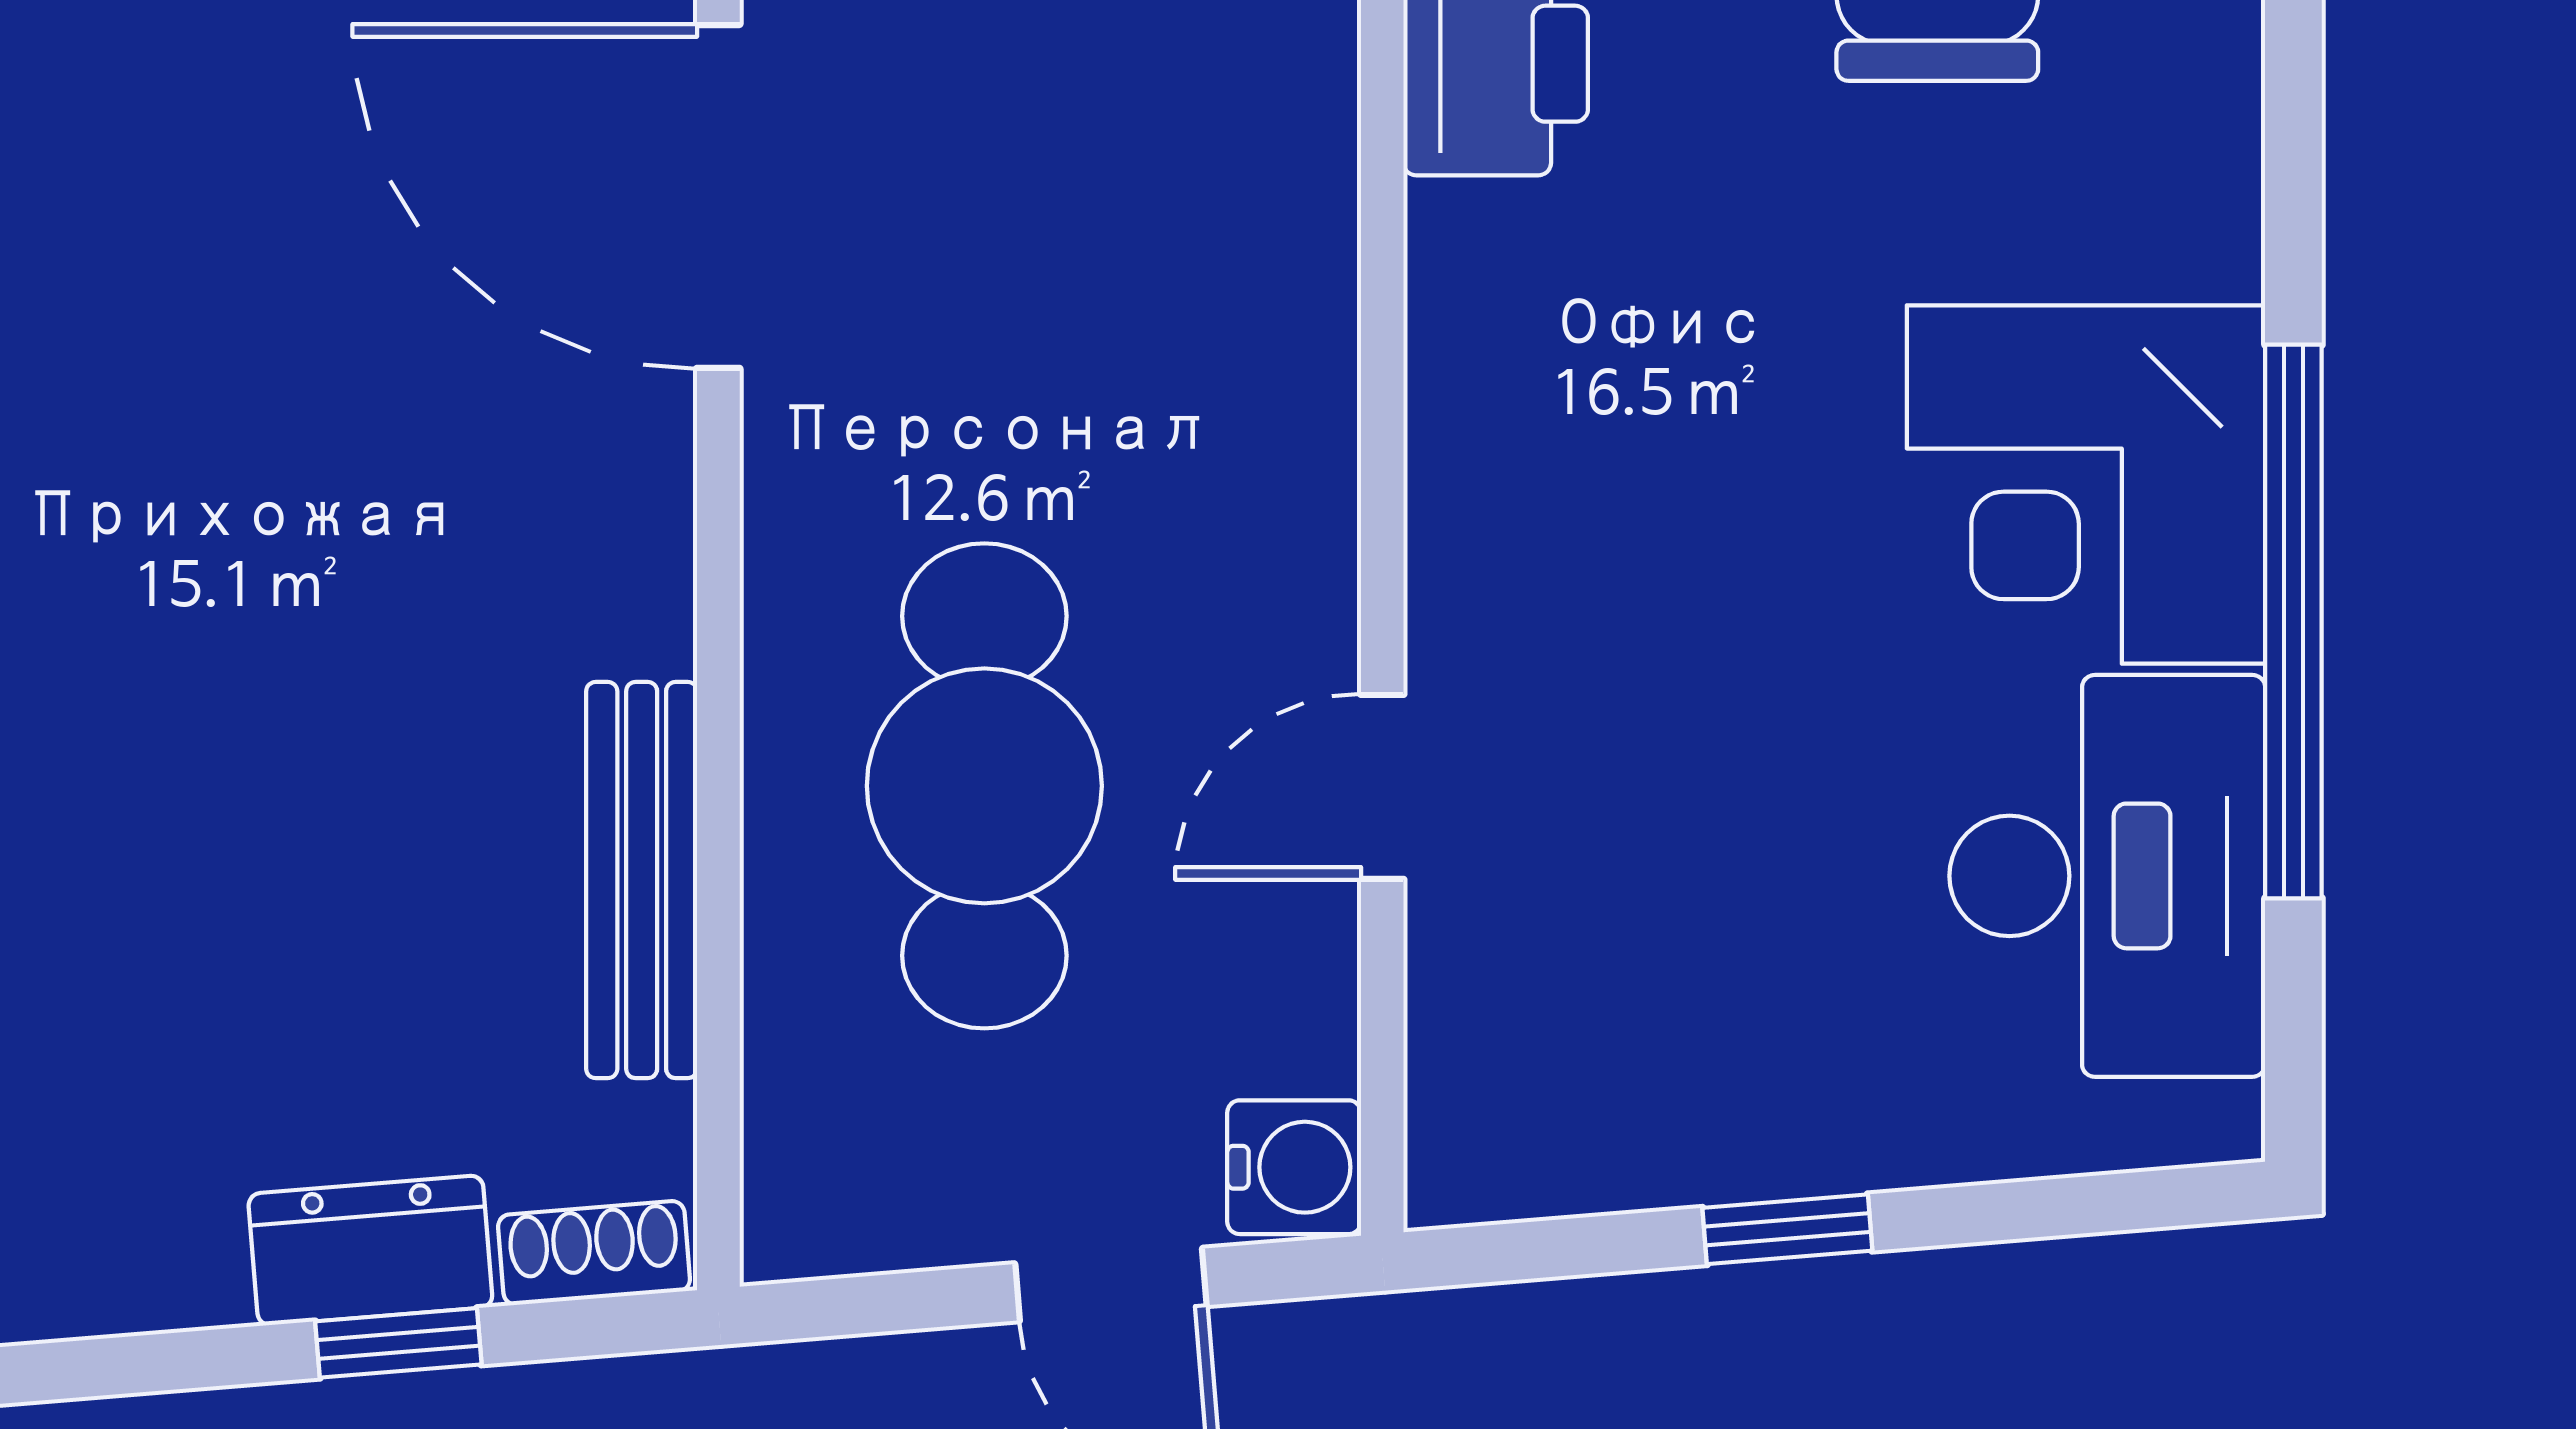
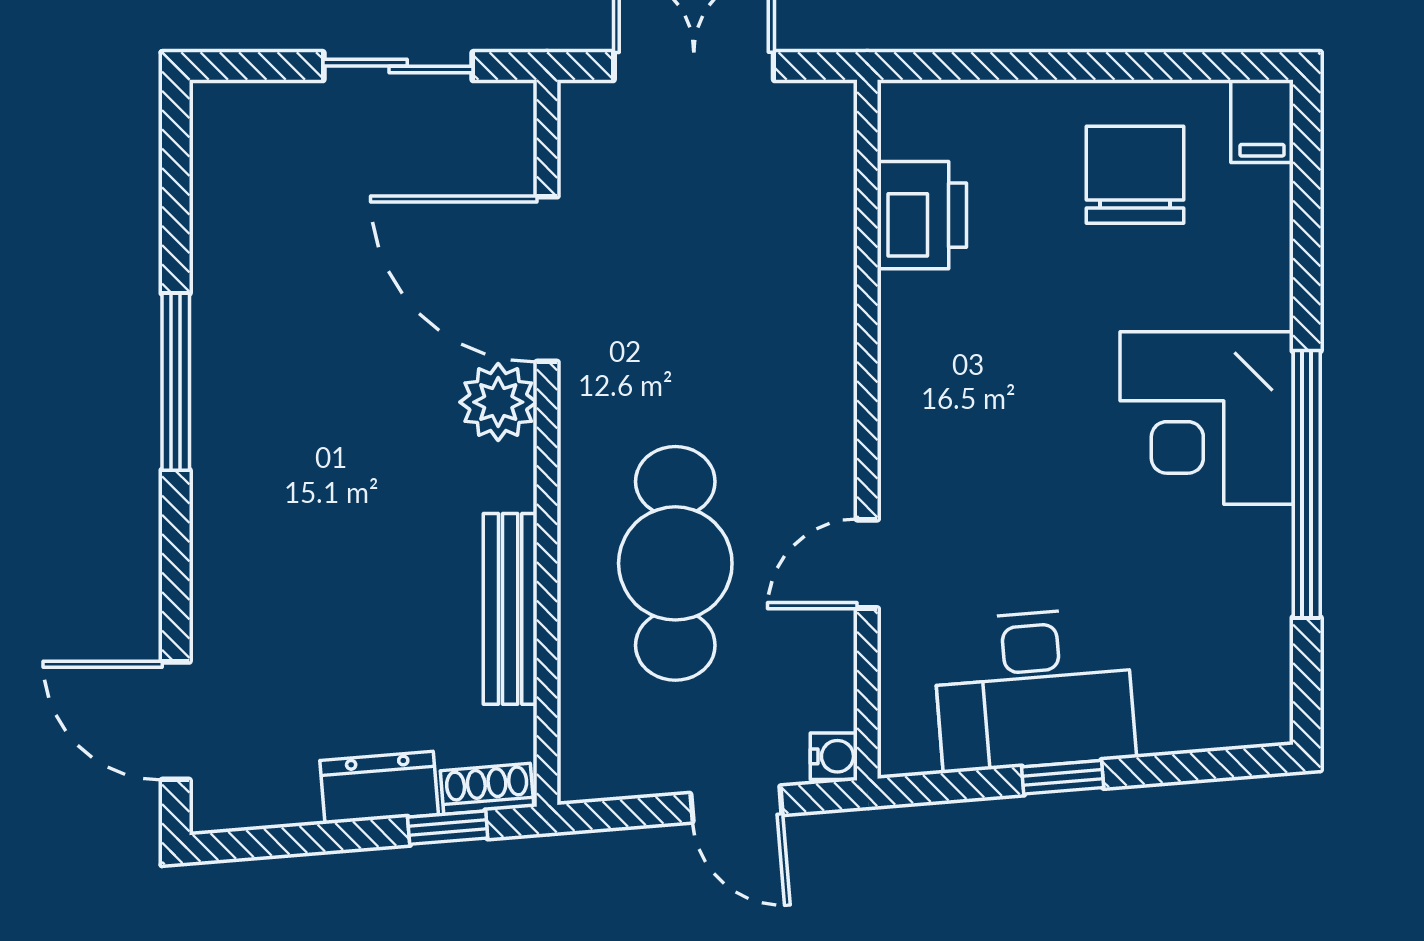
plant: (617, 451) -> (498, 402), added
desk: (2107, 876) -> (1034, 690), moved, turned 85
water cooler: (1294, 1167) -> (834, 756), width x0.72, depth x0.72
window: (398, 1343) -> (448, 828), moved

